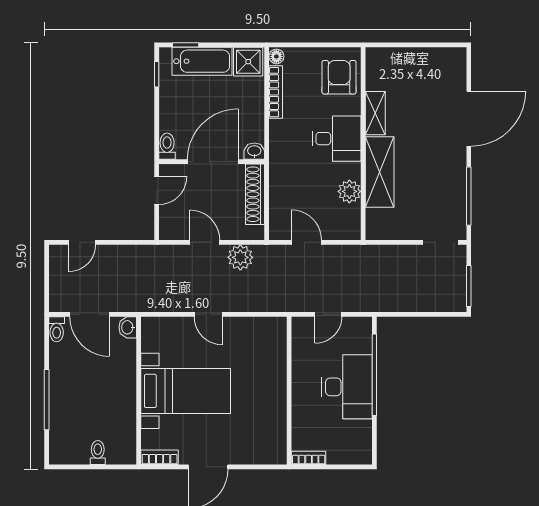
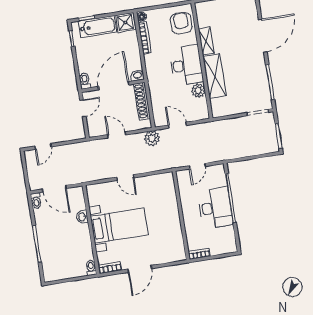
desk: (337, 139) -> (186, 65), width x1.37
plant: (240, 257) -> (152, 138), moved
washbasin: (128, 327) -> (82, 217), moved
toilet: (98, 453) -> (91, 268), moved

